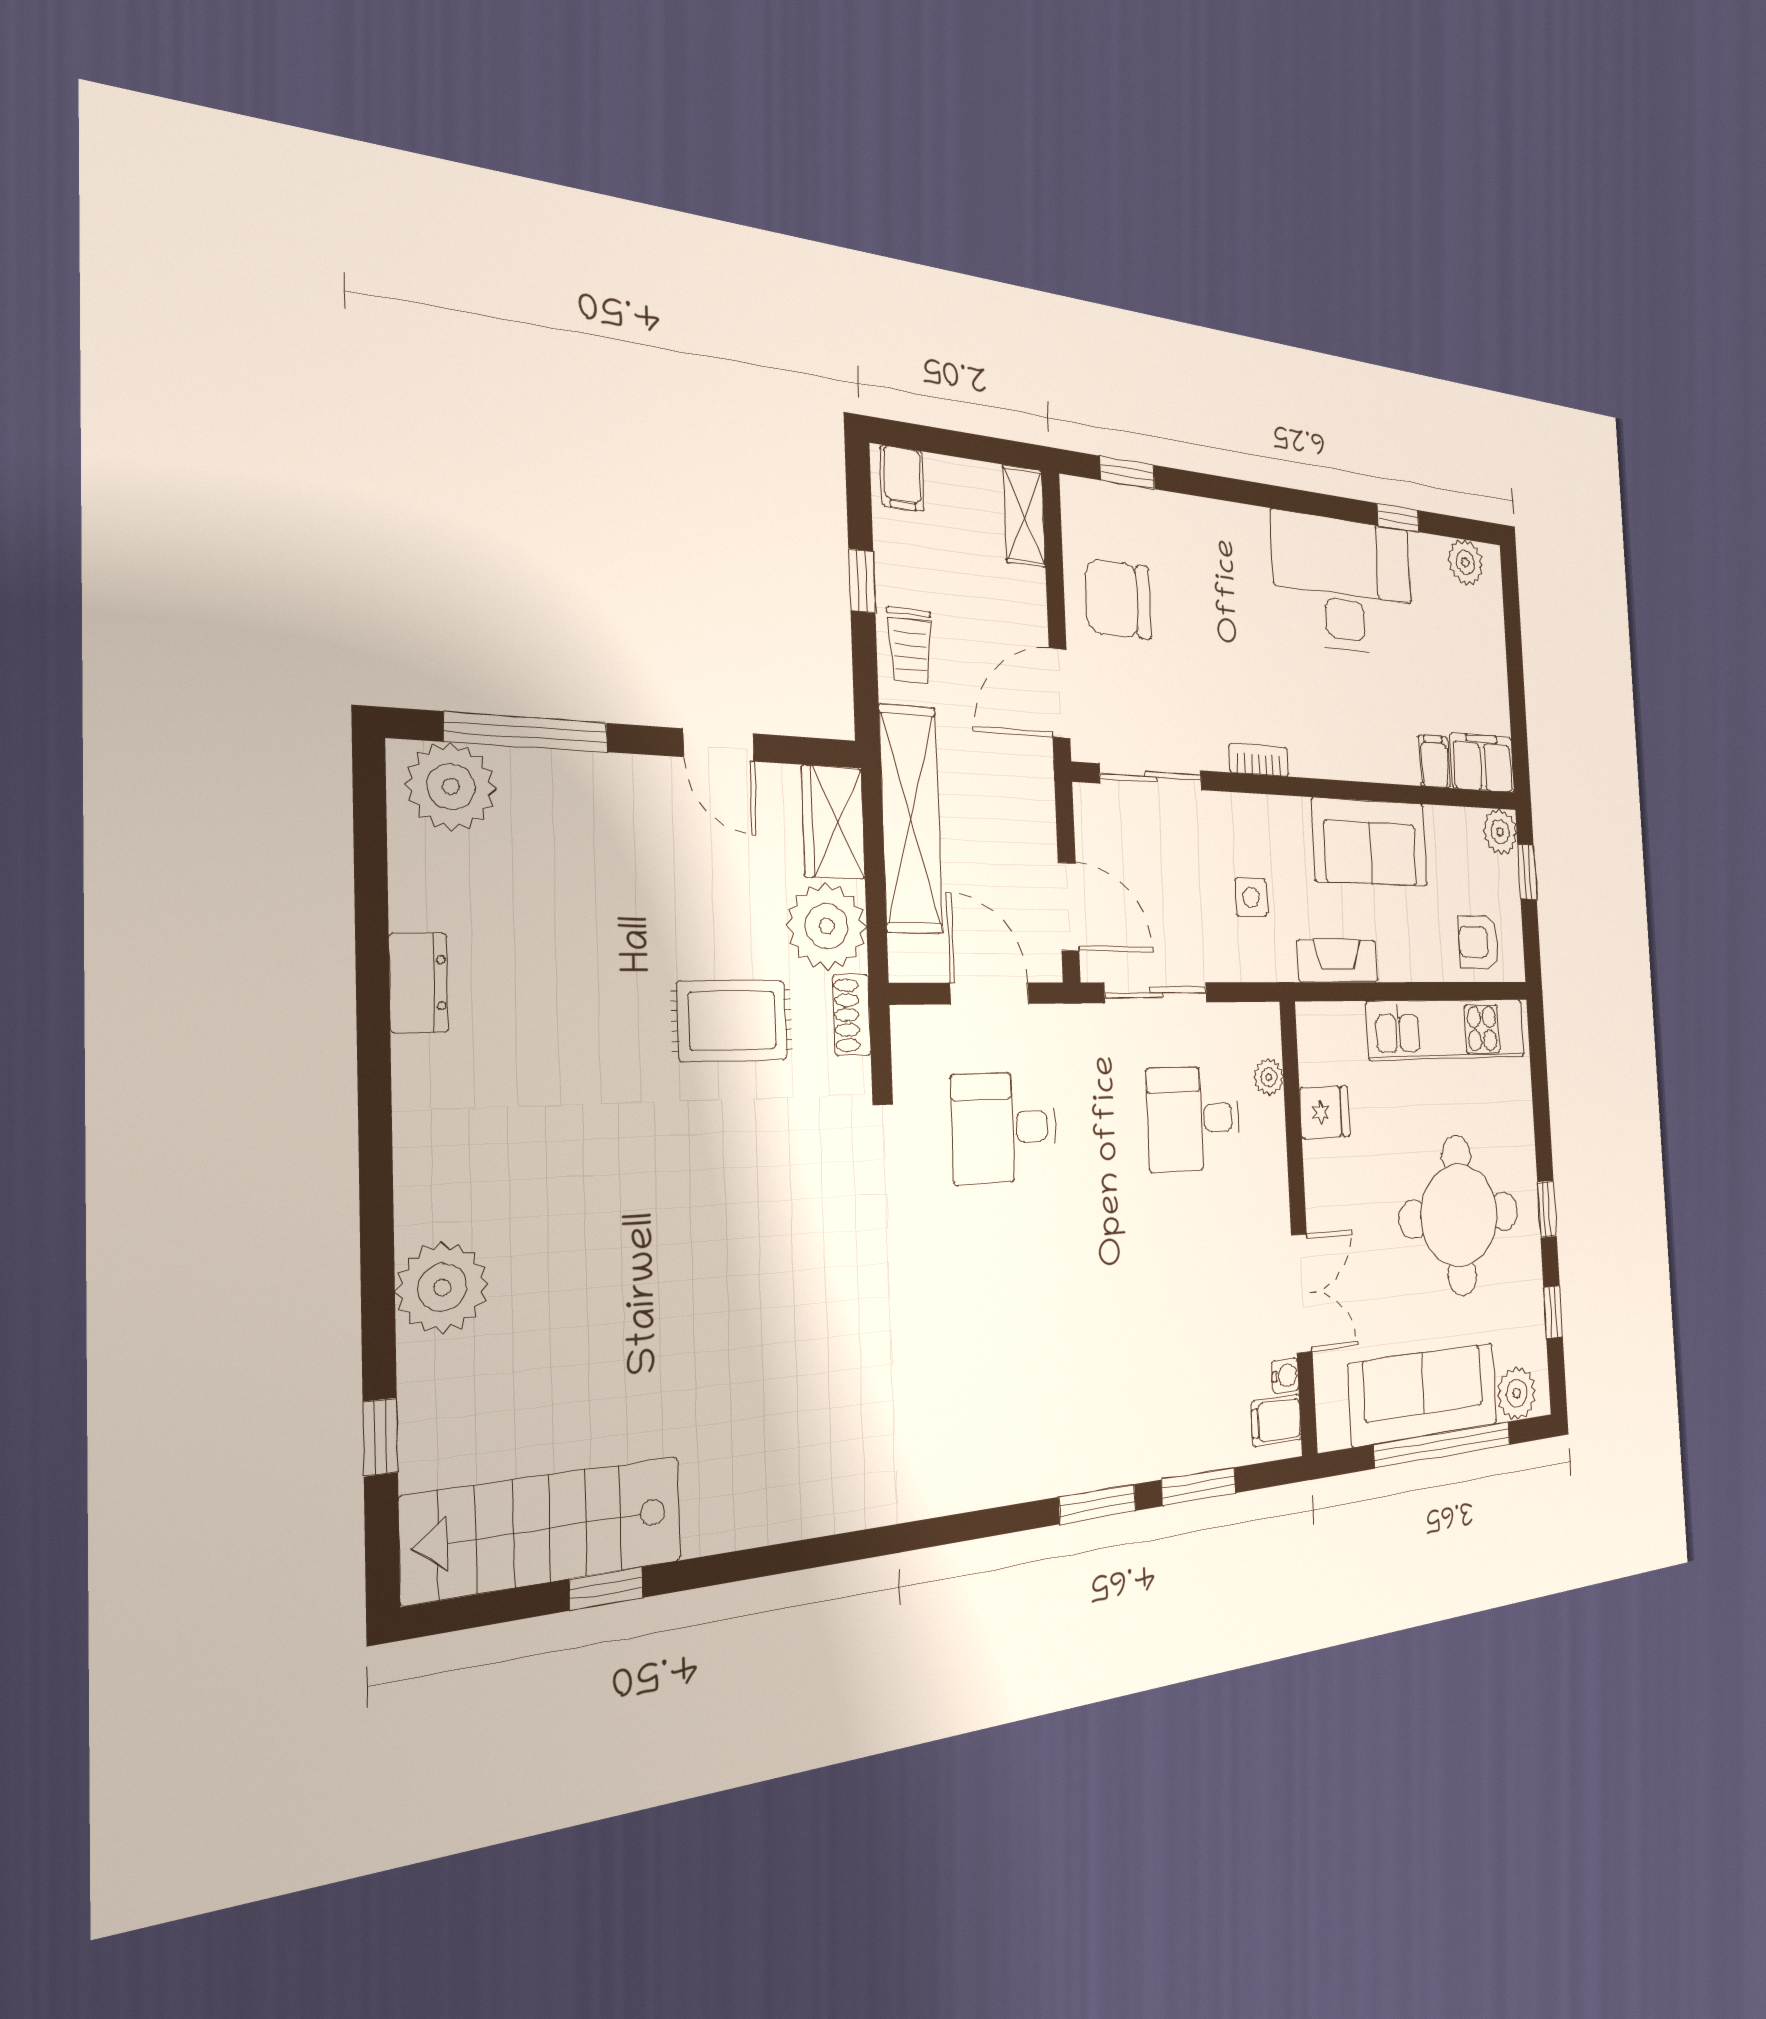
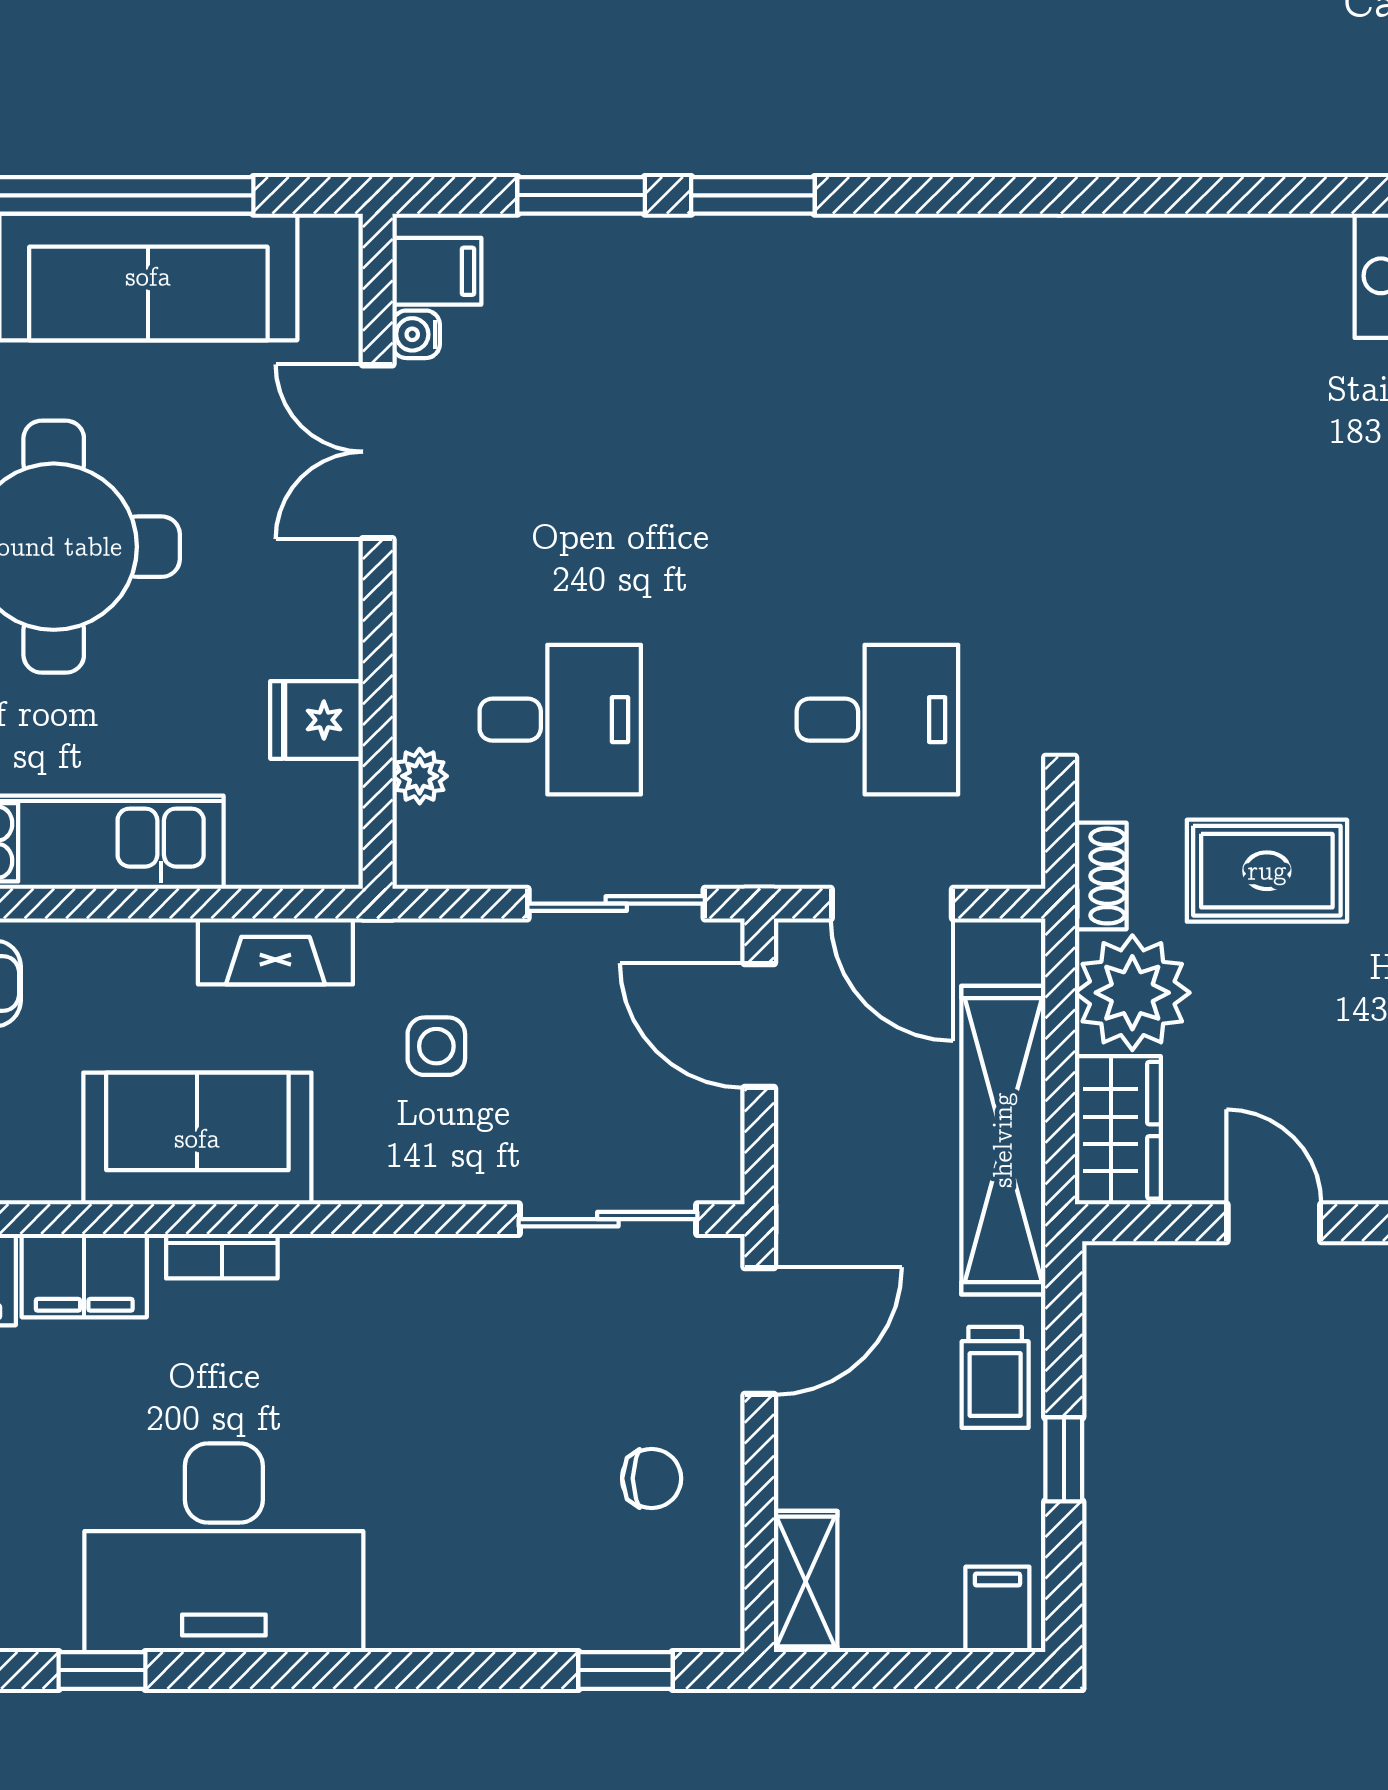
chair: (1118, 599) -> (652, 1478), width x0.54, depth x0.54
trolley: (910, 646) -> (995, 1377), turned 180
bookcase: (1259, 760) -> (222, 1256), moved
filing cabinet: (1434, 761) -> (84, 1276), width x2.00

